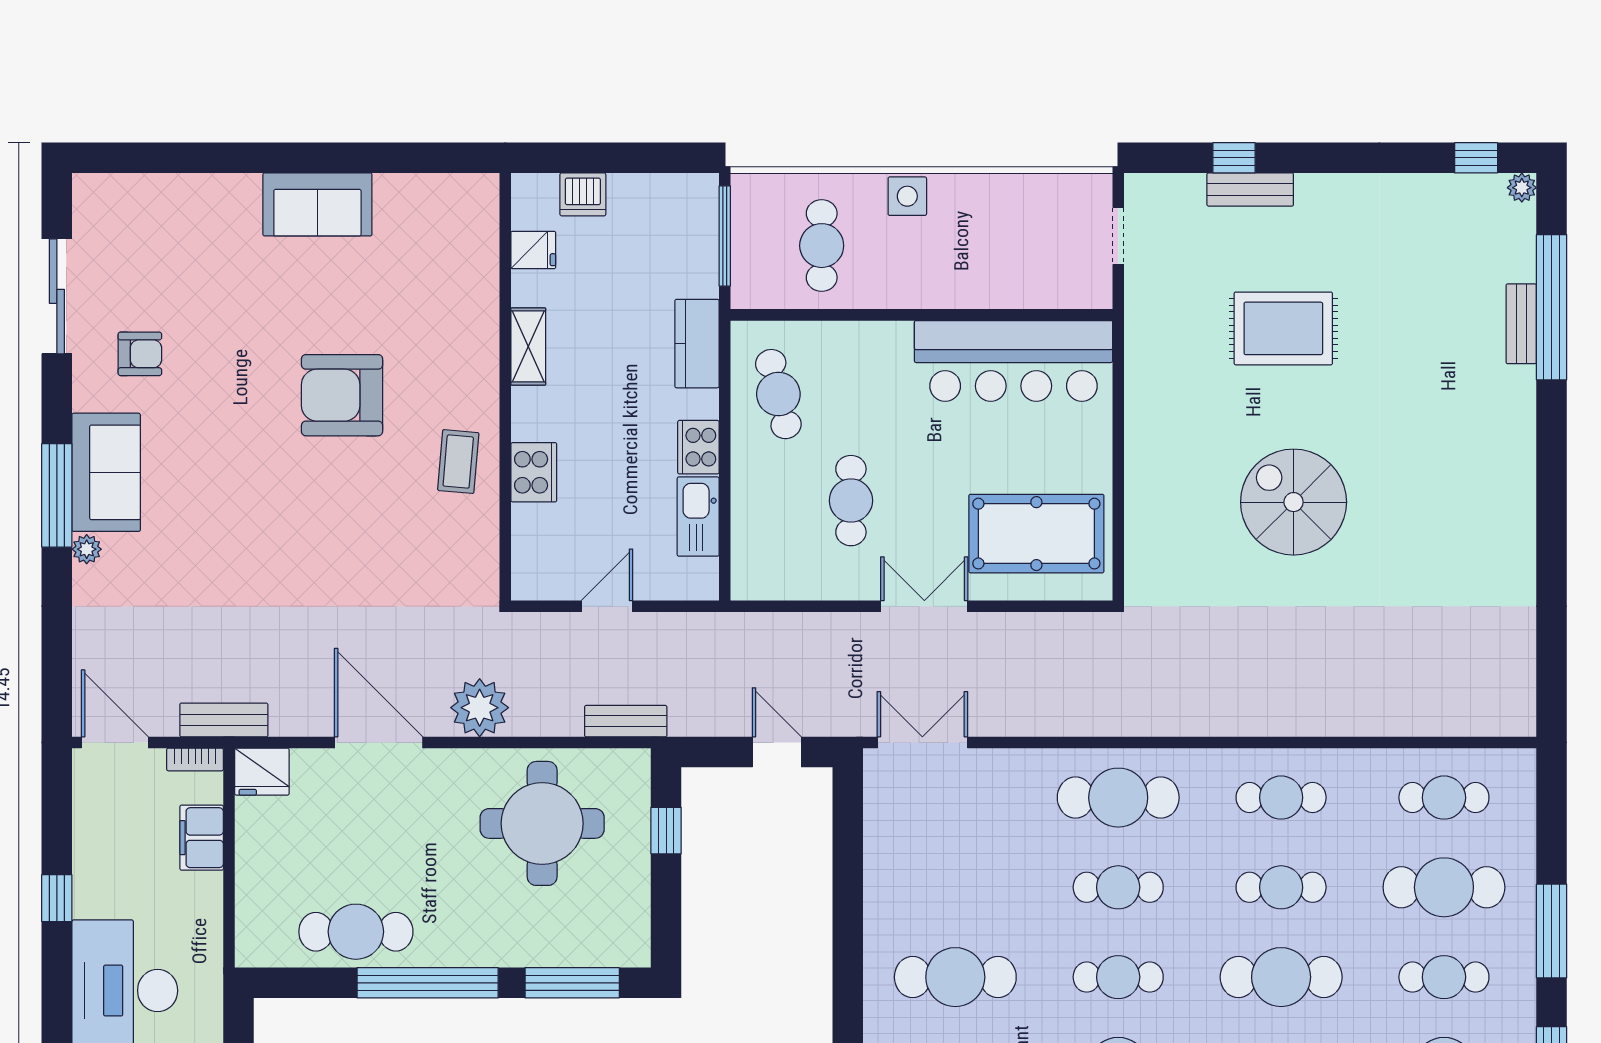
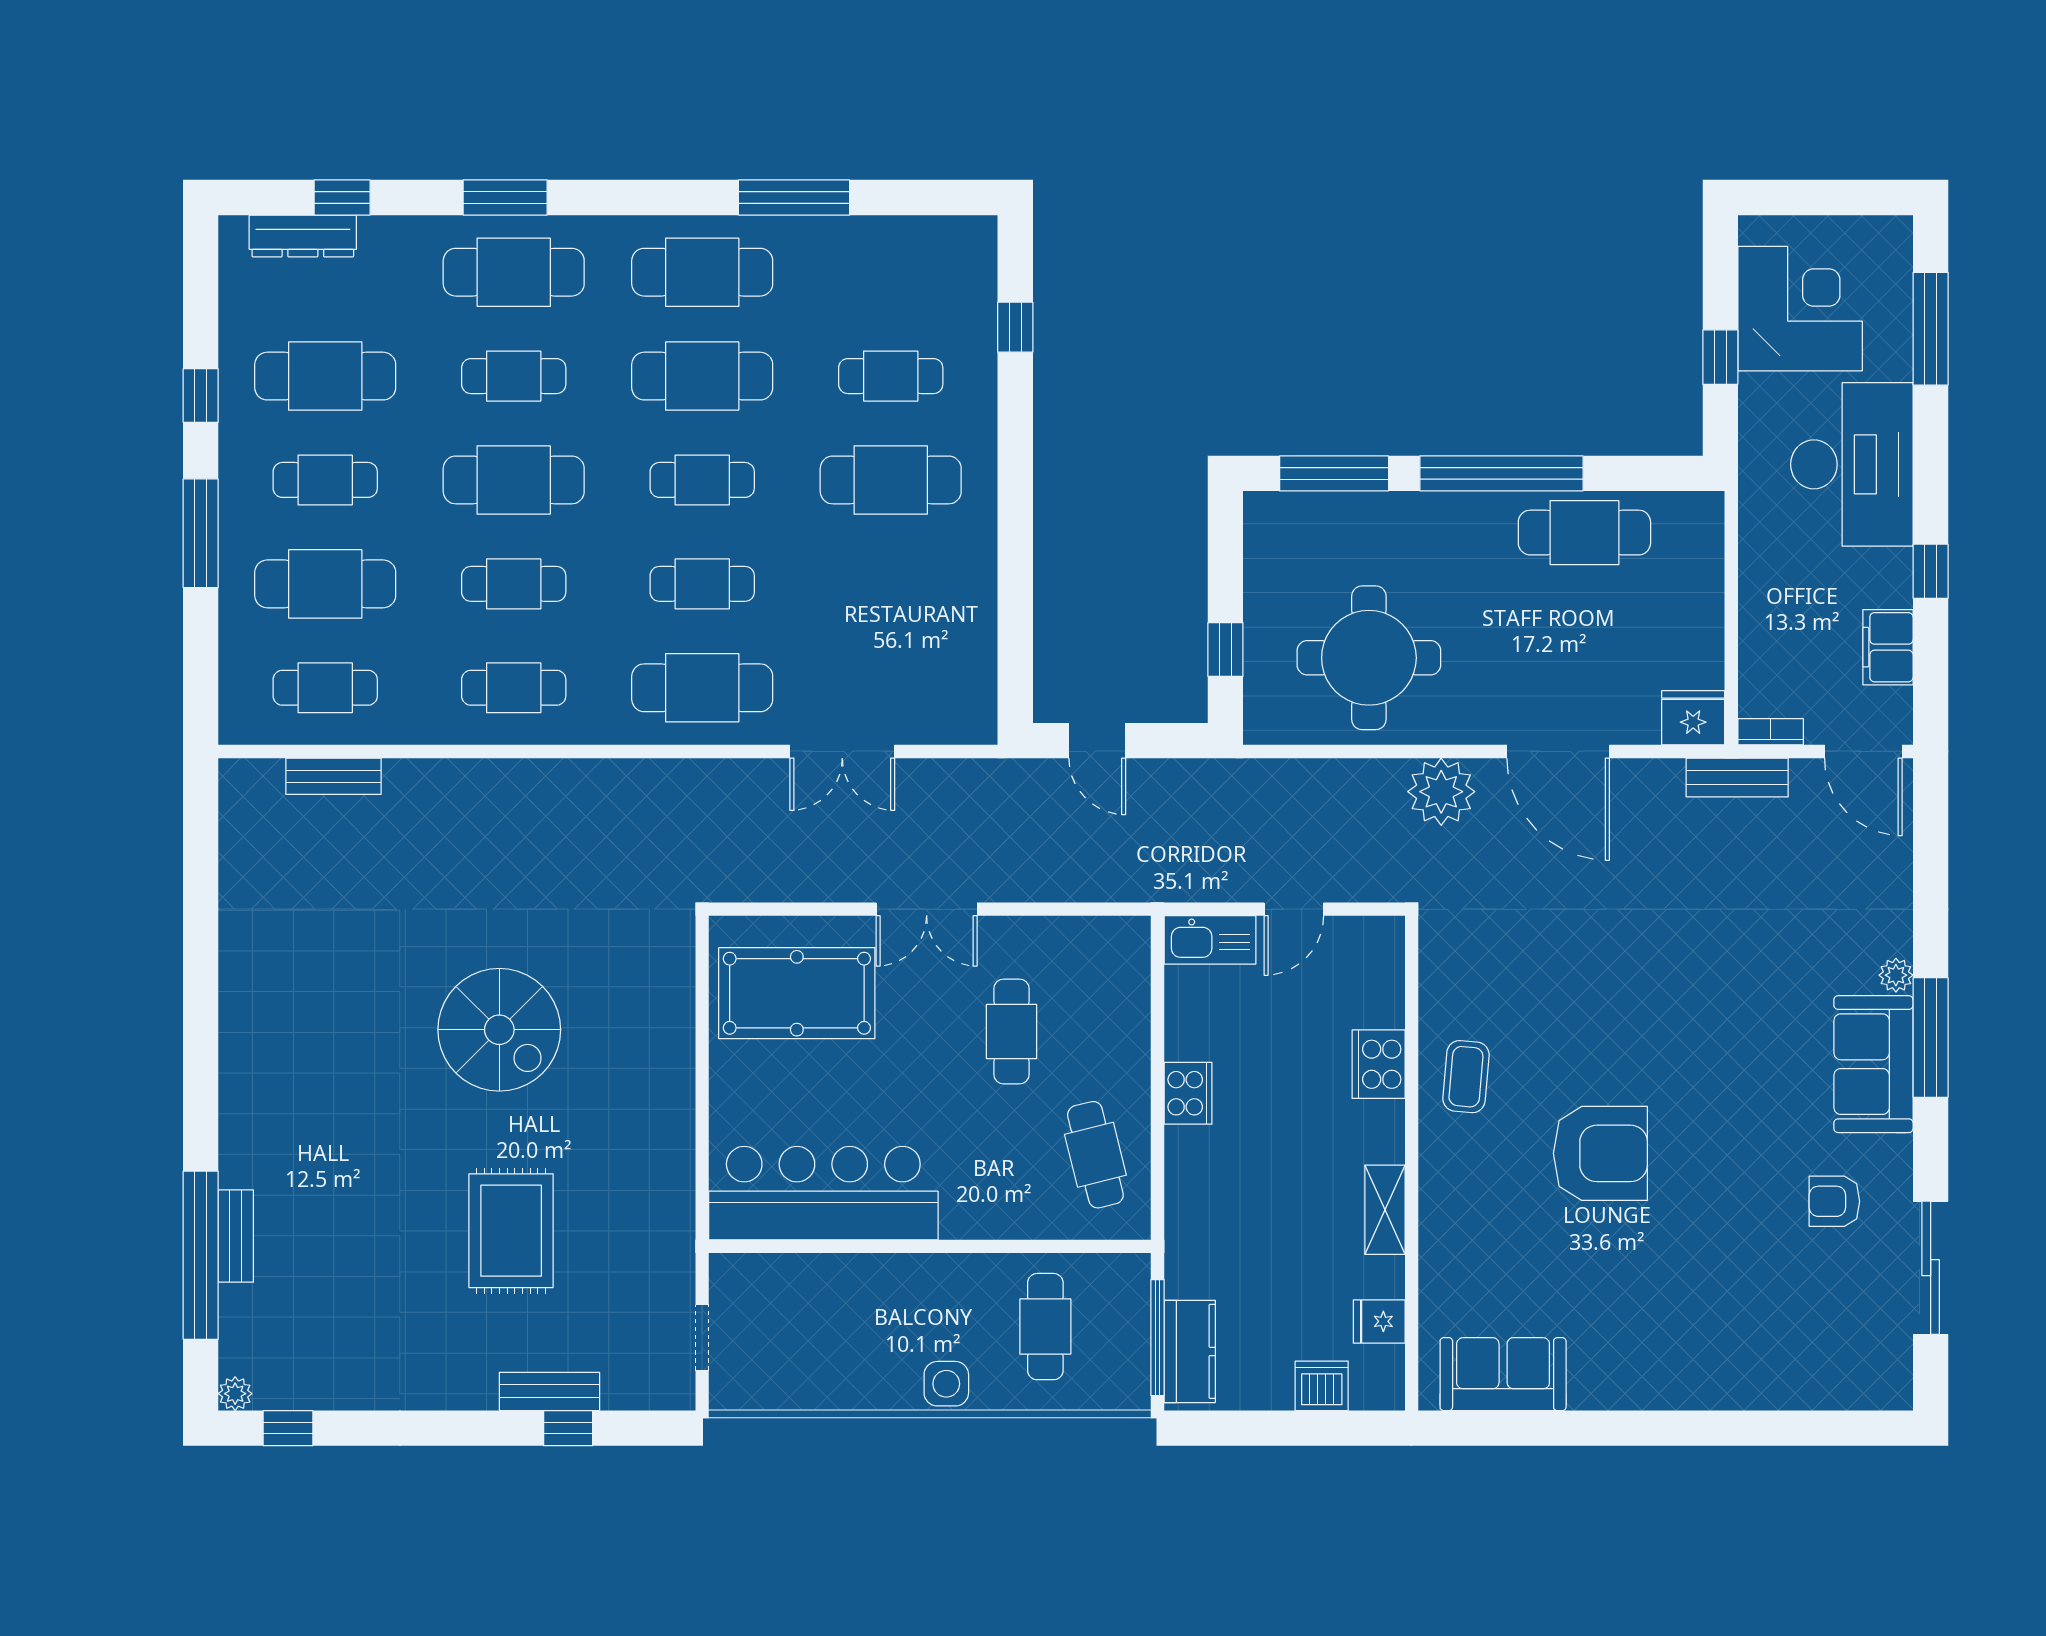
sofa: (317, 204) -> (1503, 1374), moved
rug: (1283, 328) -> (511, 1231), turned 90
kitchen counter: (697, 344) -> (1190, 1351), moved
kitchen sink: (698, 517) -> (1210, 940), moved, turned 90
bench: (626, 721) -> (333, 776), moved
double door: (922, 742) -> (842, 751), moved
filing cabinet: (202, 838) -> (1888, 647), moved, turned 180

